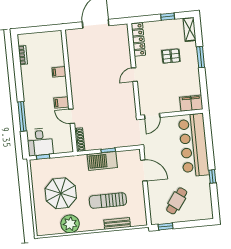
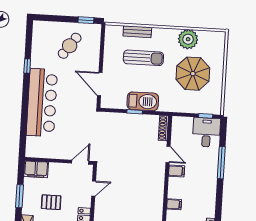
filing cabinet: (191, 103) -> (36, 169), moved
wall: (172, 114) -> (59, 161), moved
door: (152, 116) -> (80, 162), moved

